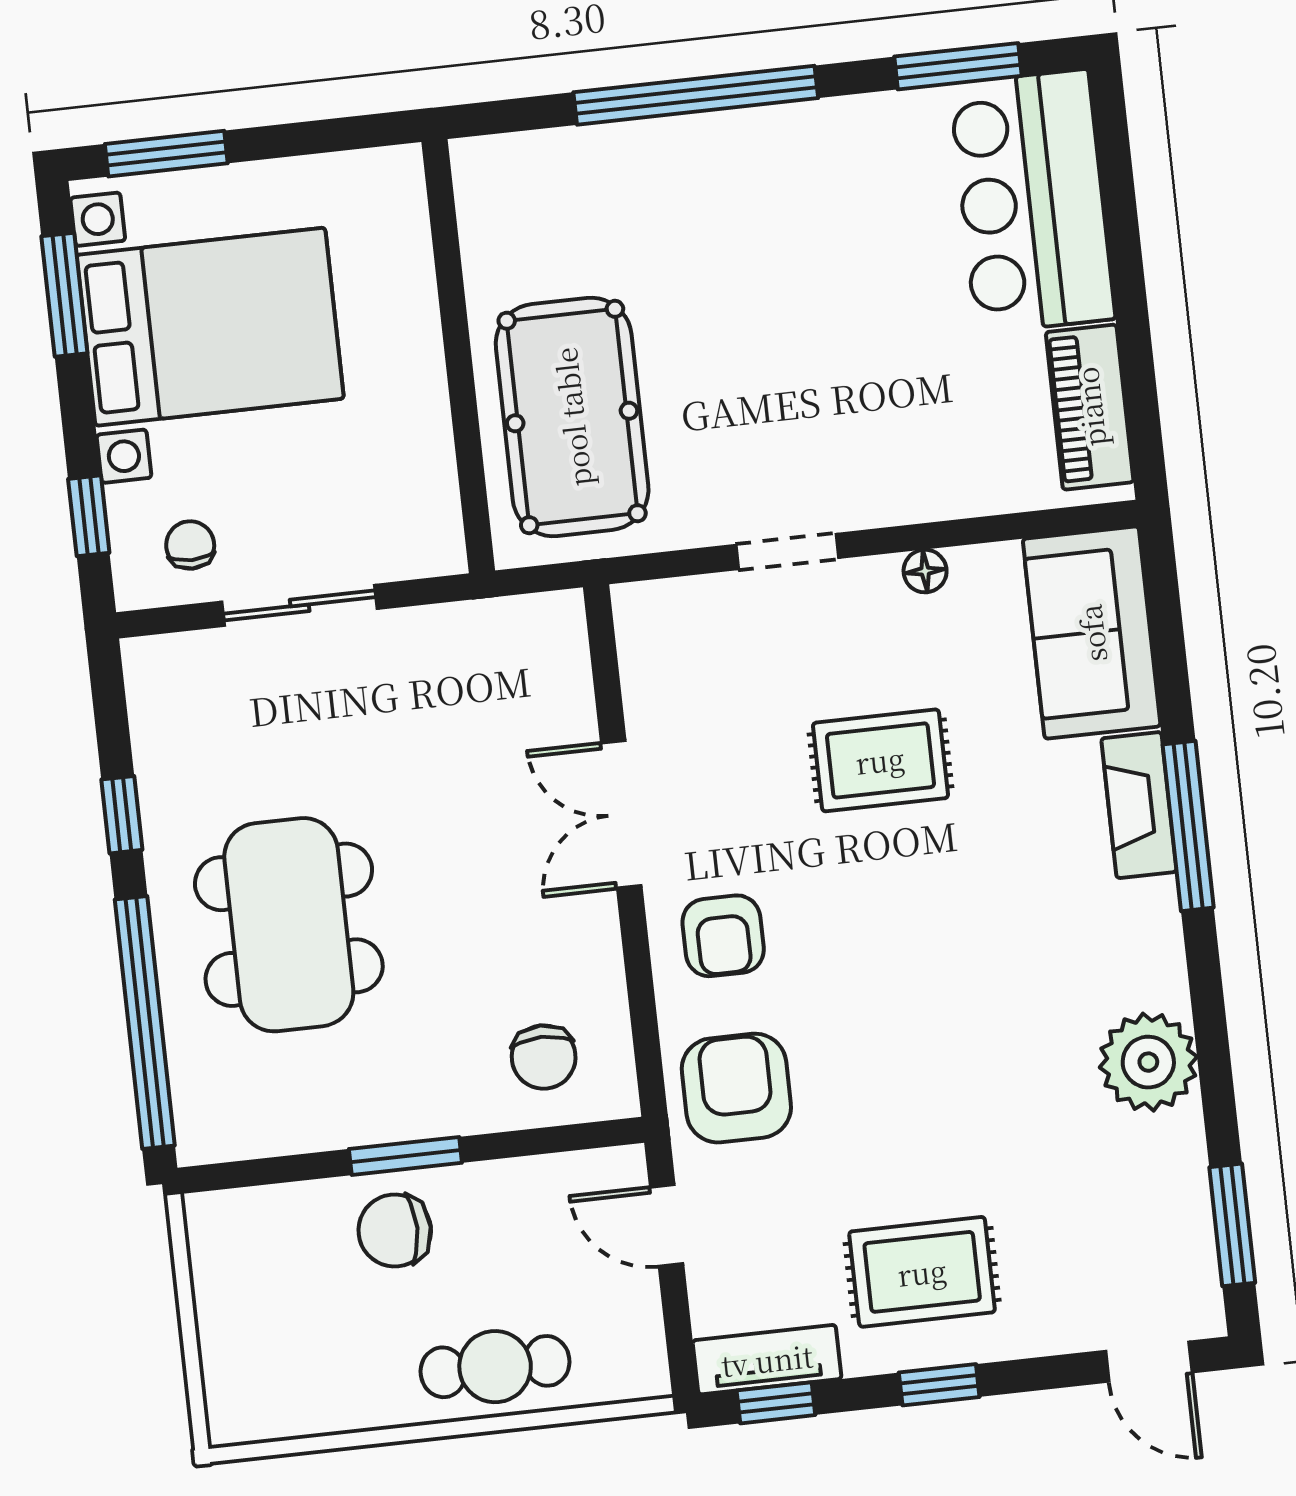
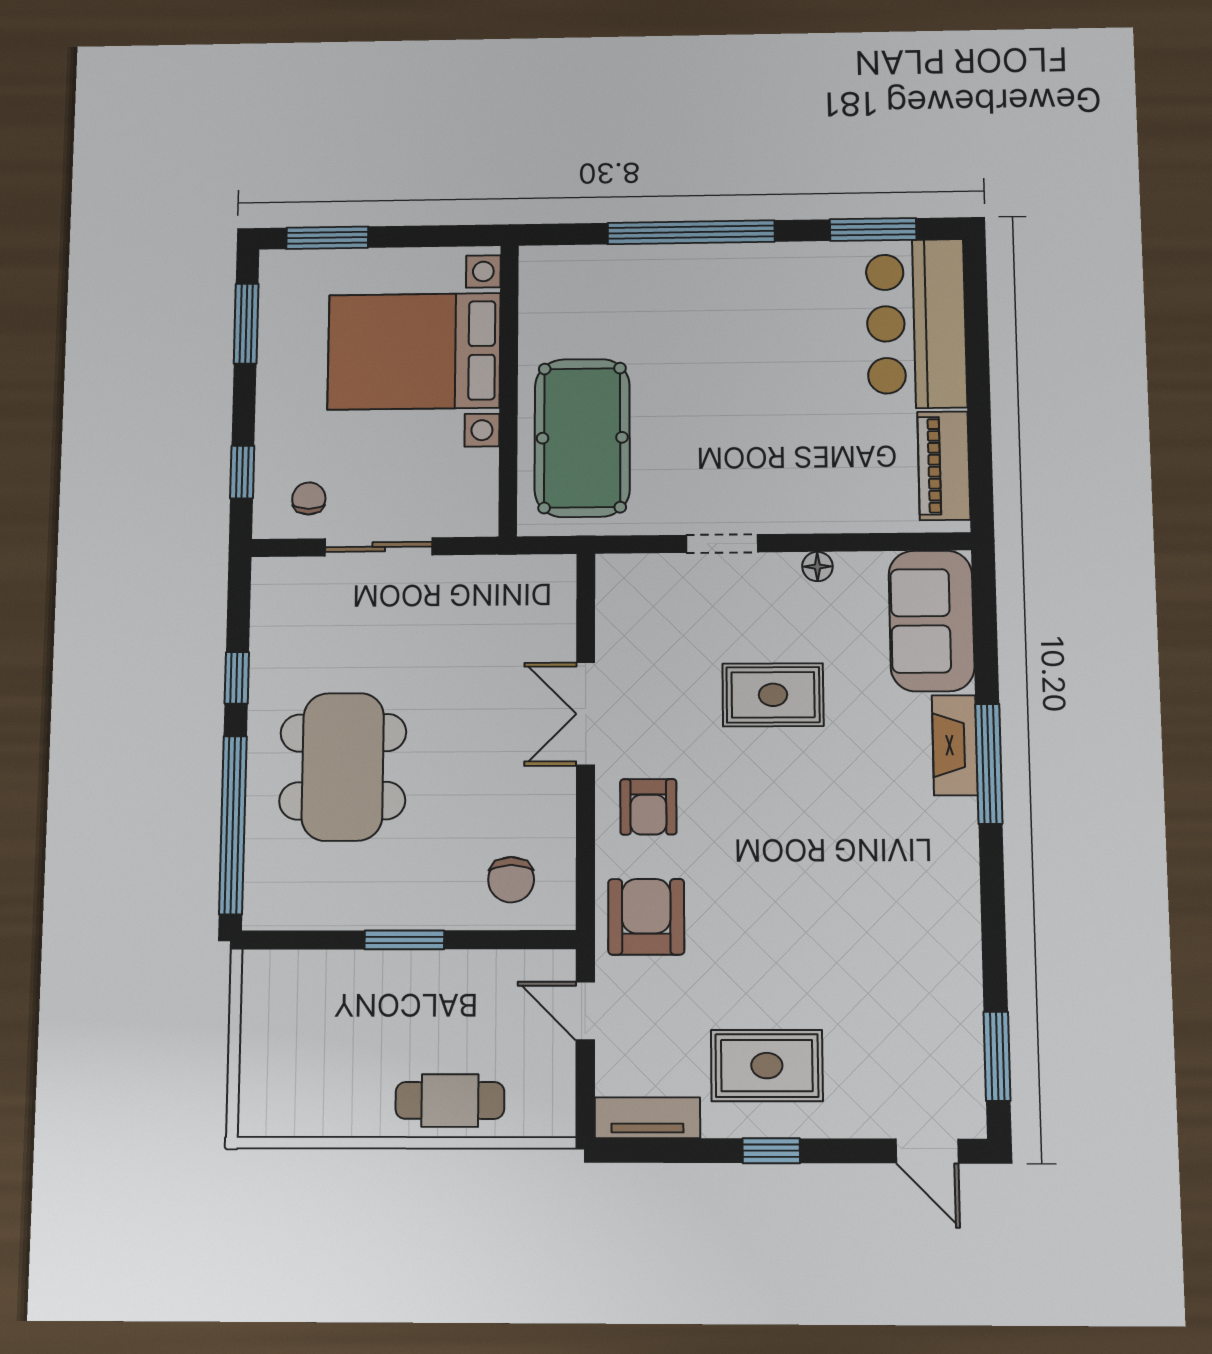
bed with nightstands: (210, 327) -> (414, 351), moved, turned 180
plant: (1148, 1062) -> (946, 930), removed
chair: (395, 1231) -> (390, 993), removed
window: (776, 1403) -> (650, 1151), removed

